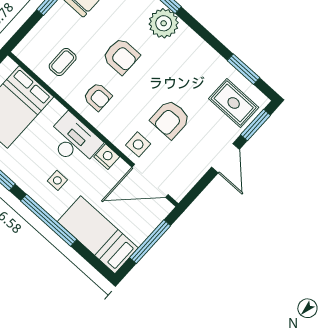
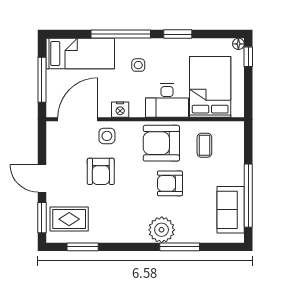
armchair: (98, 97) -> (161, 143), width x1.88, depth x1.88
armchair: (170, 119) -> (101, 171), turned 180
desk: (74, 141) -> (167, 101), moved

